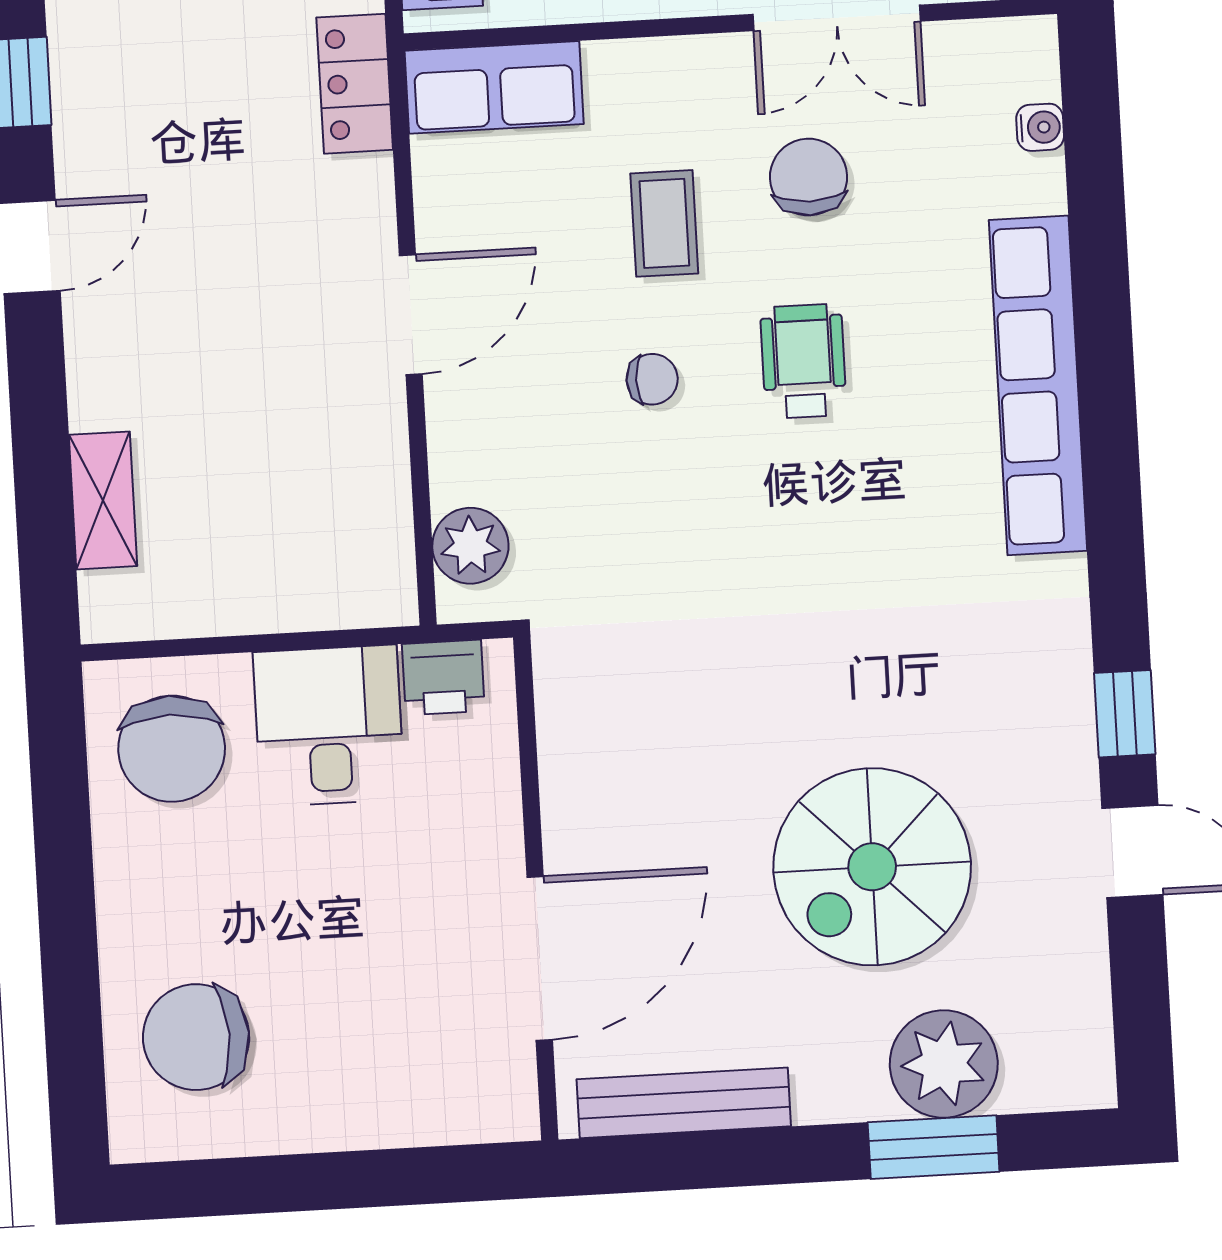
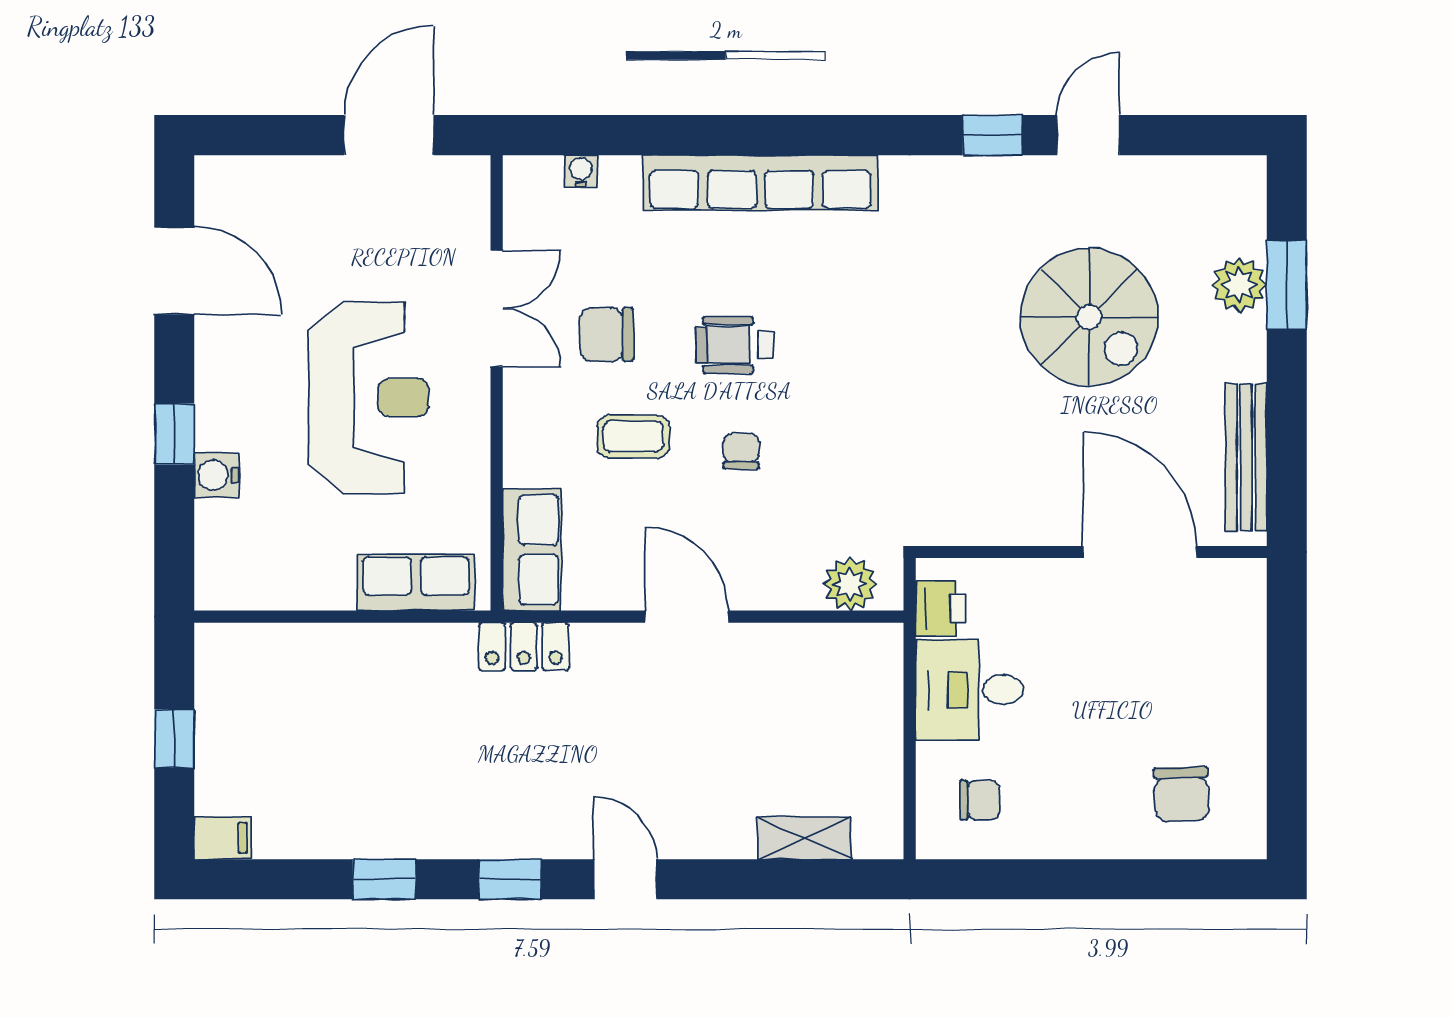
chair: (172, 749) -> (980, 800), width x0.54, depth x0.54
chair: (196, 1037) -> (1181, 794), width x0.73, depth x0.73
plant: (944, 1064) -> (1239, 285), width x0.73, depth x0.73

